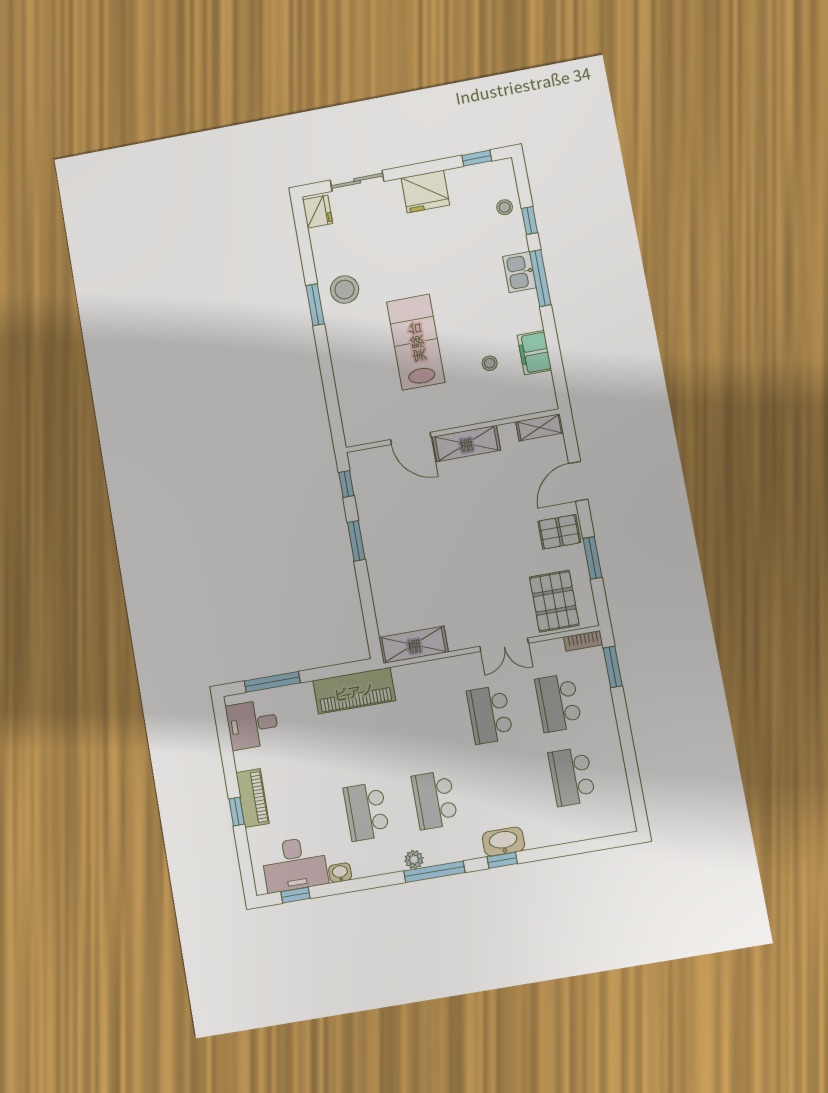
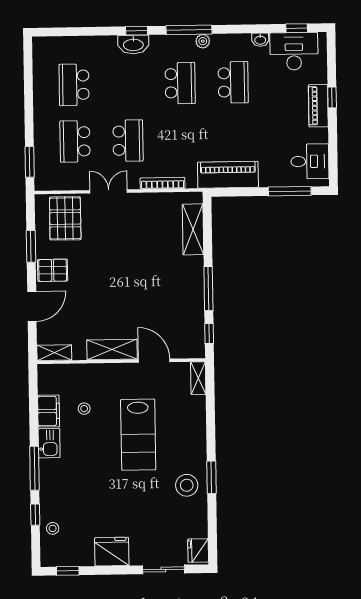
kitchen sink: (519, 272) -> (49, 443), moved
shelving: (351, 426) -> (198, 378), added
window: (356, 541) -> (208, 289), width x1.44
bookcase: (583, 641) -> (162, 183), moved, width x1.56
shelving: (414, 645) -> (193, 229), moved, turned 90
school desk: (558, 703) -> (75, 141), turned 180
school desk: (572, 777) -> (74, 85), turned 180

